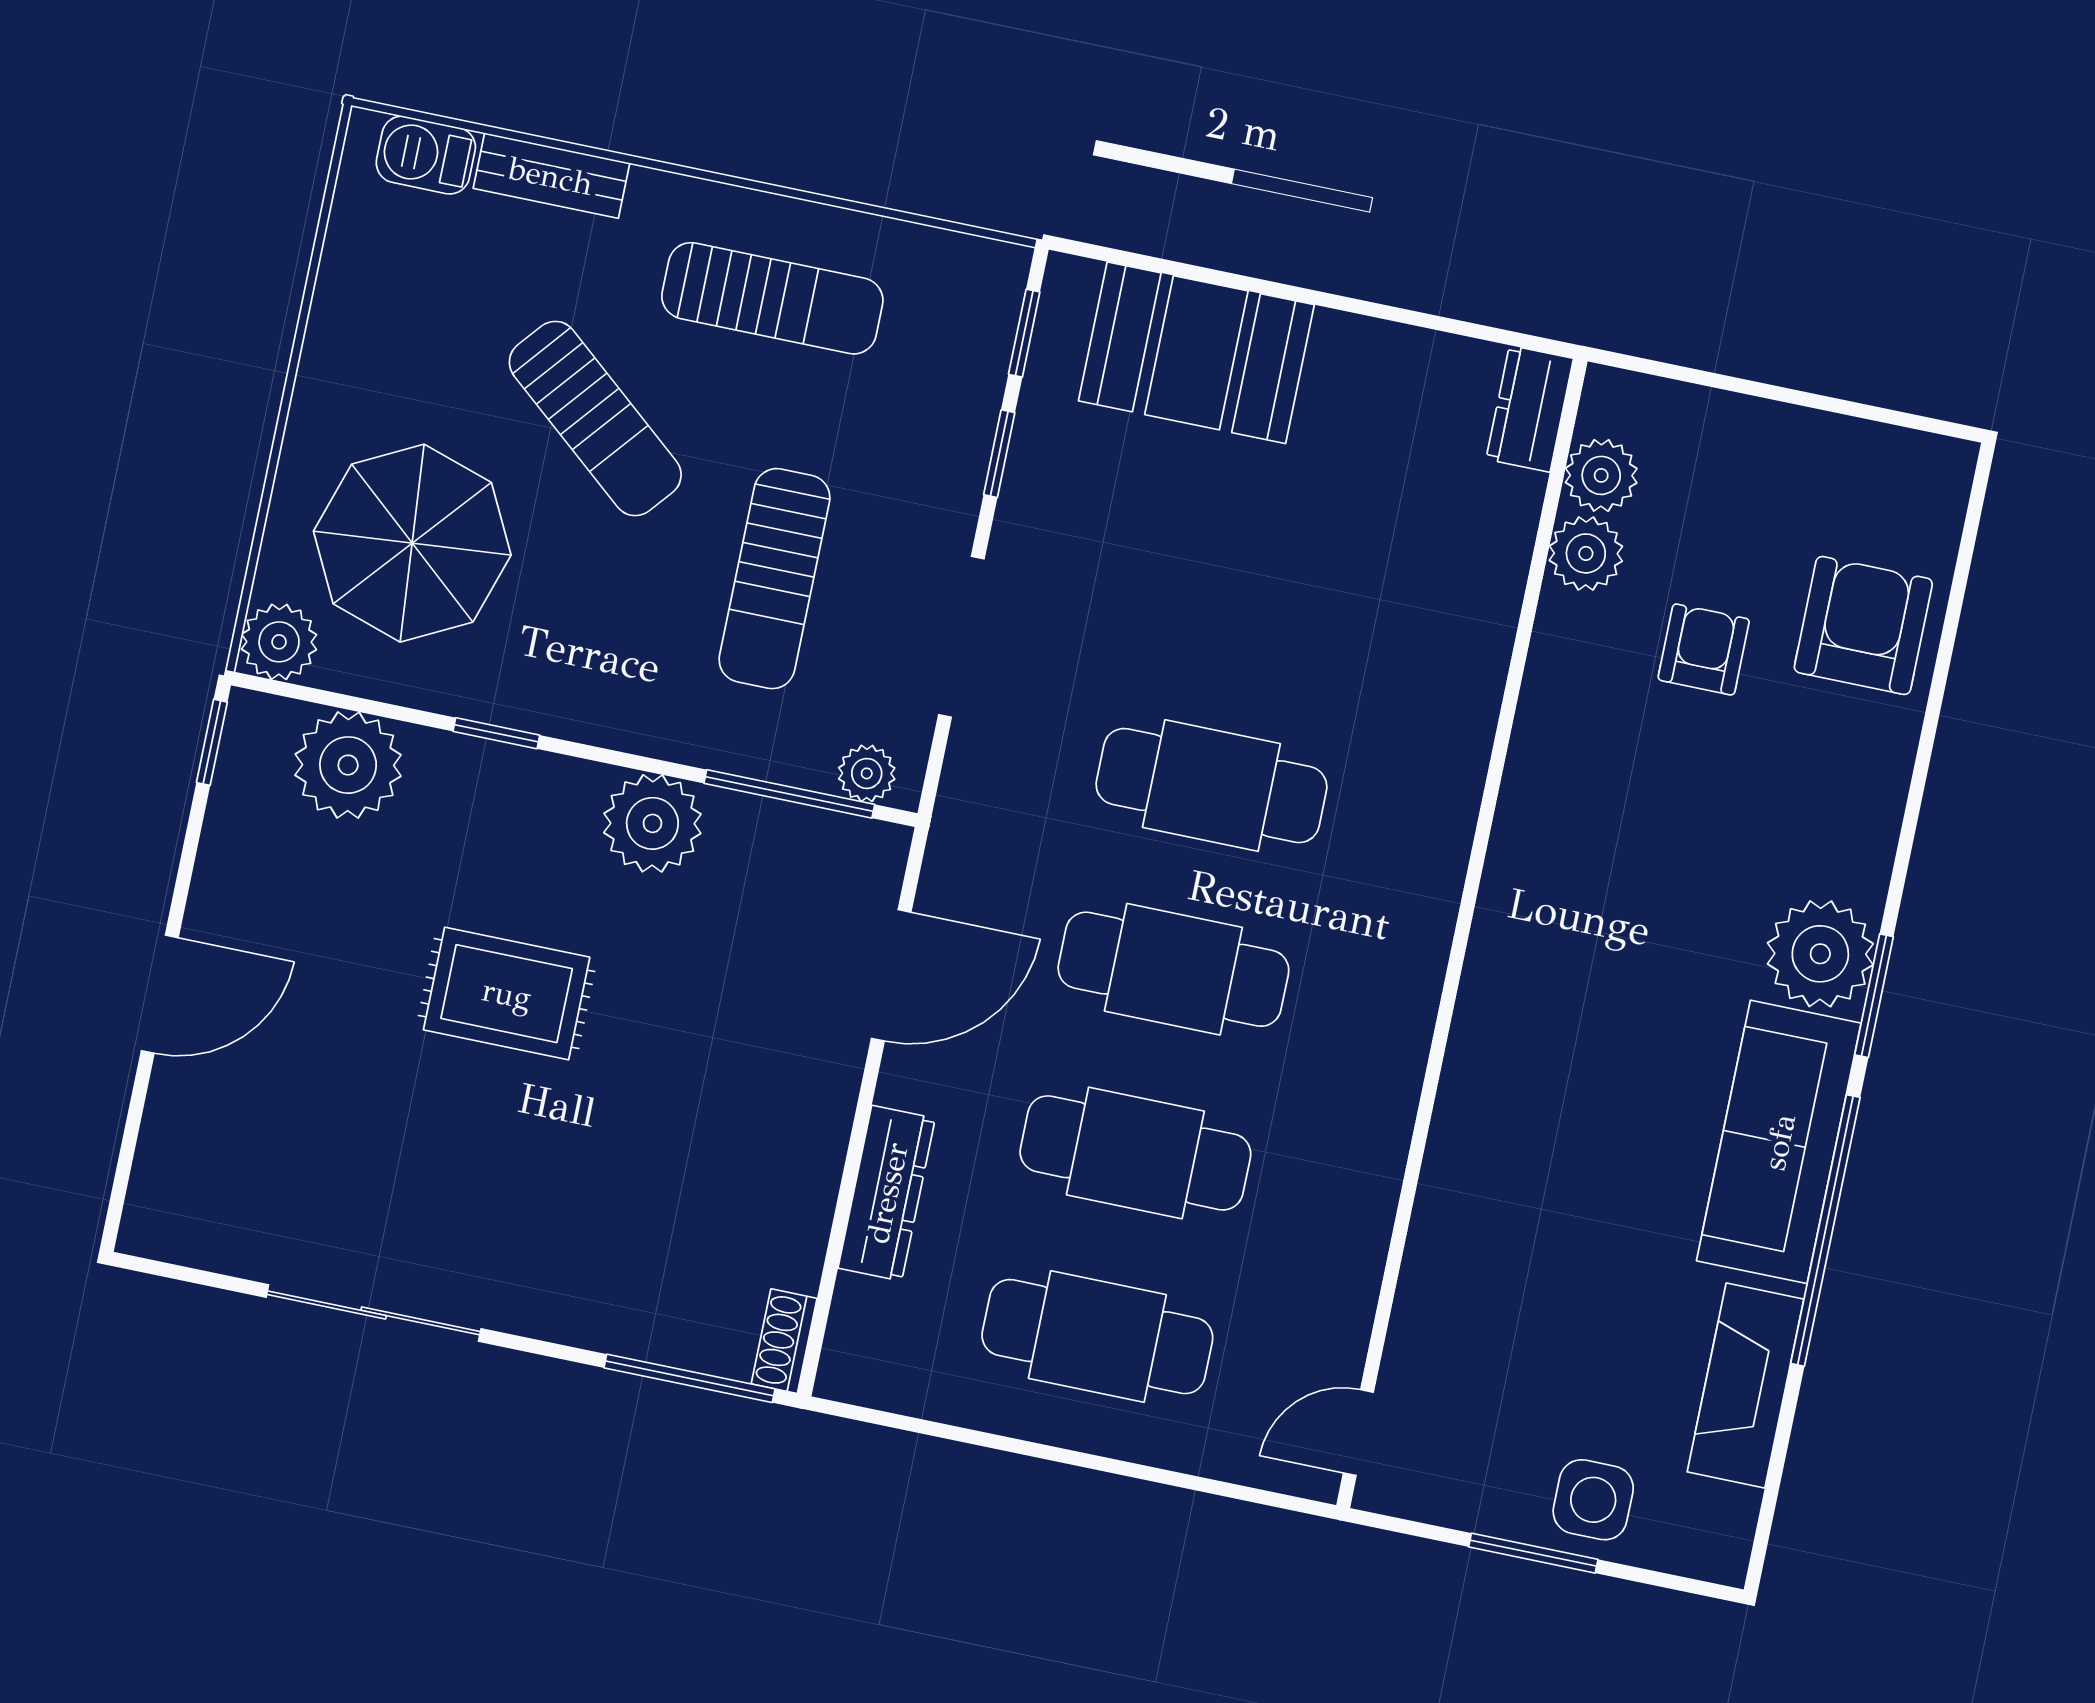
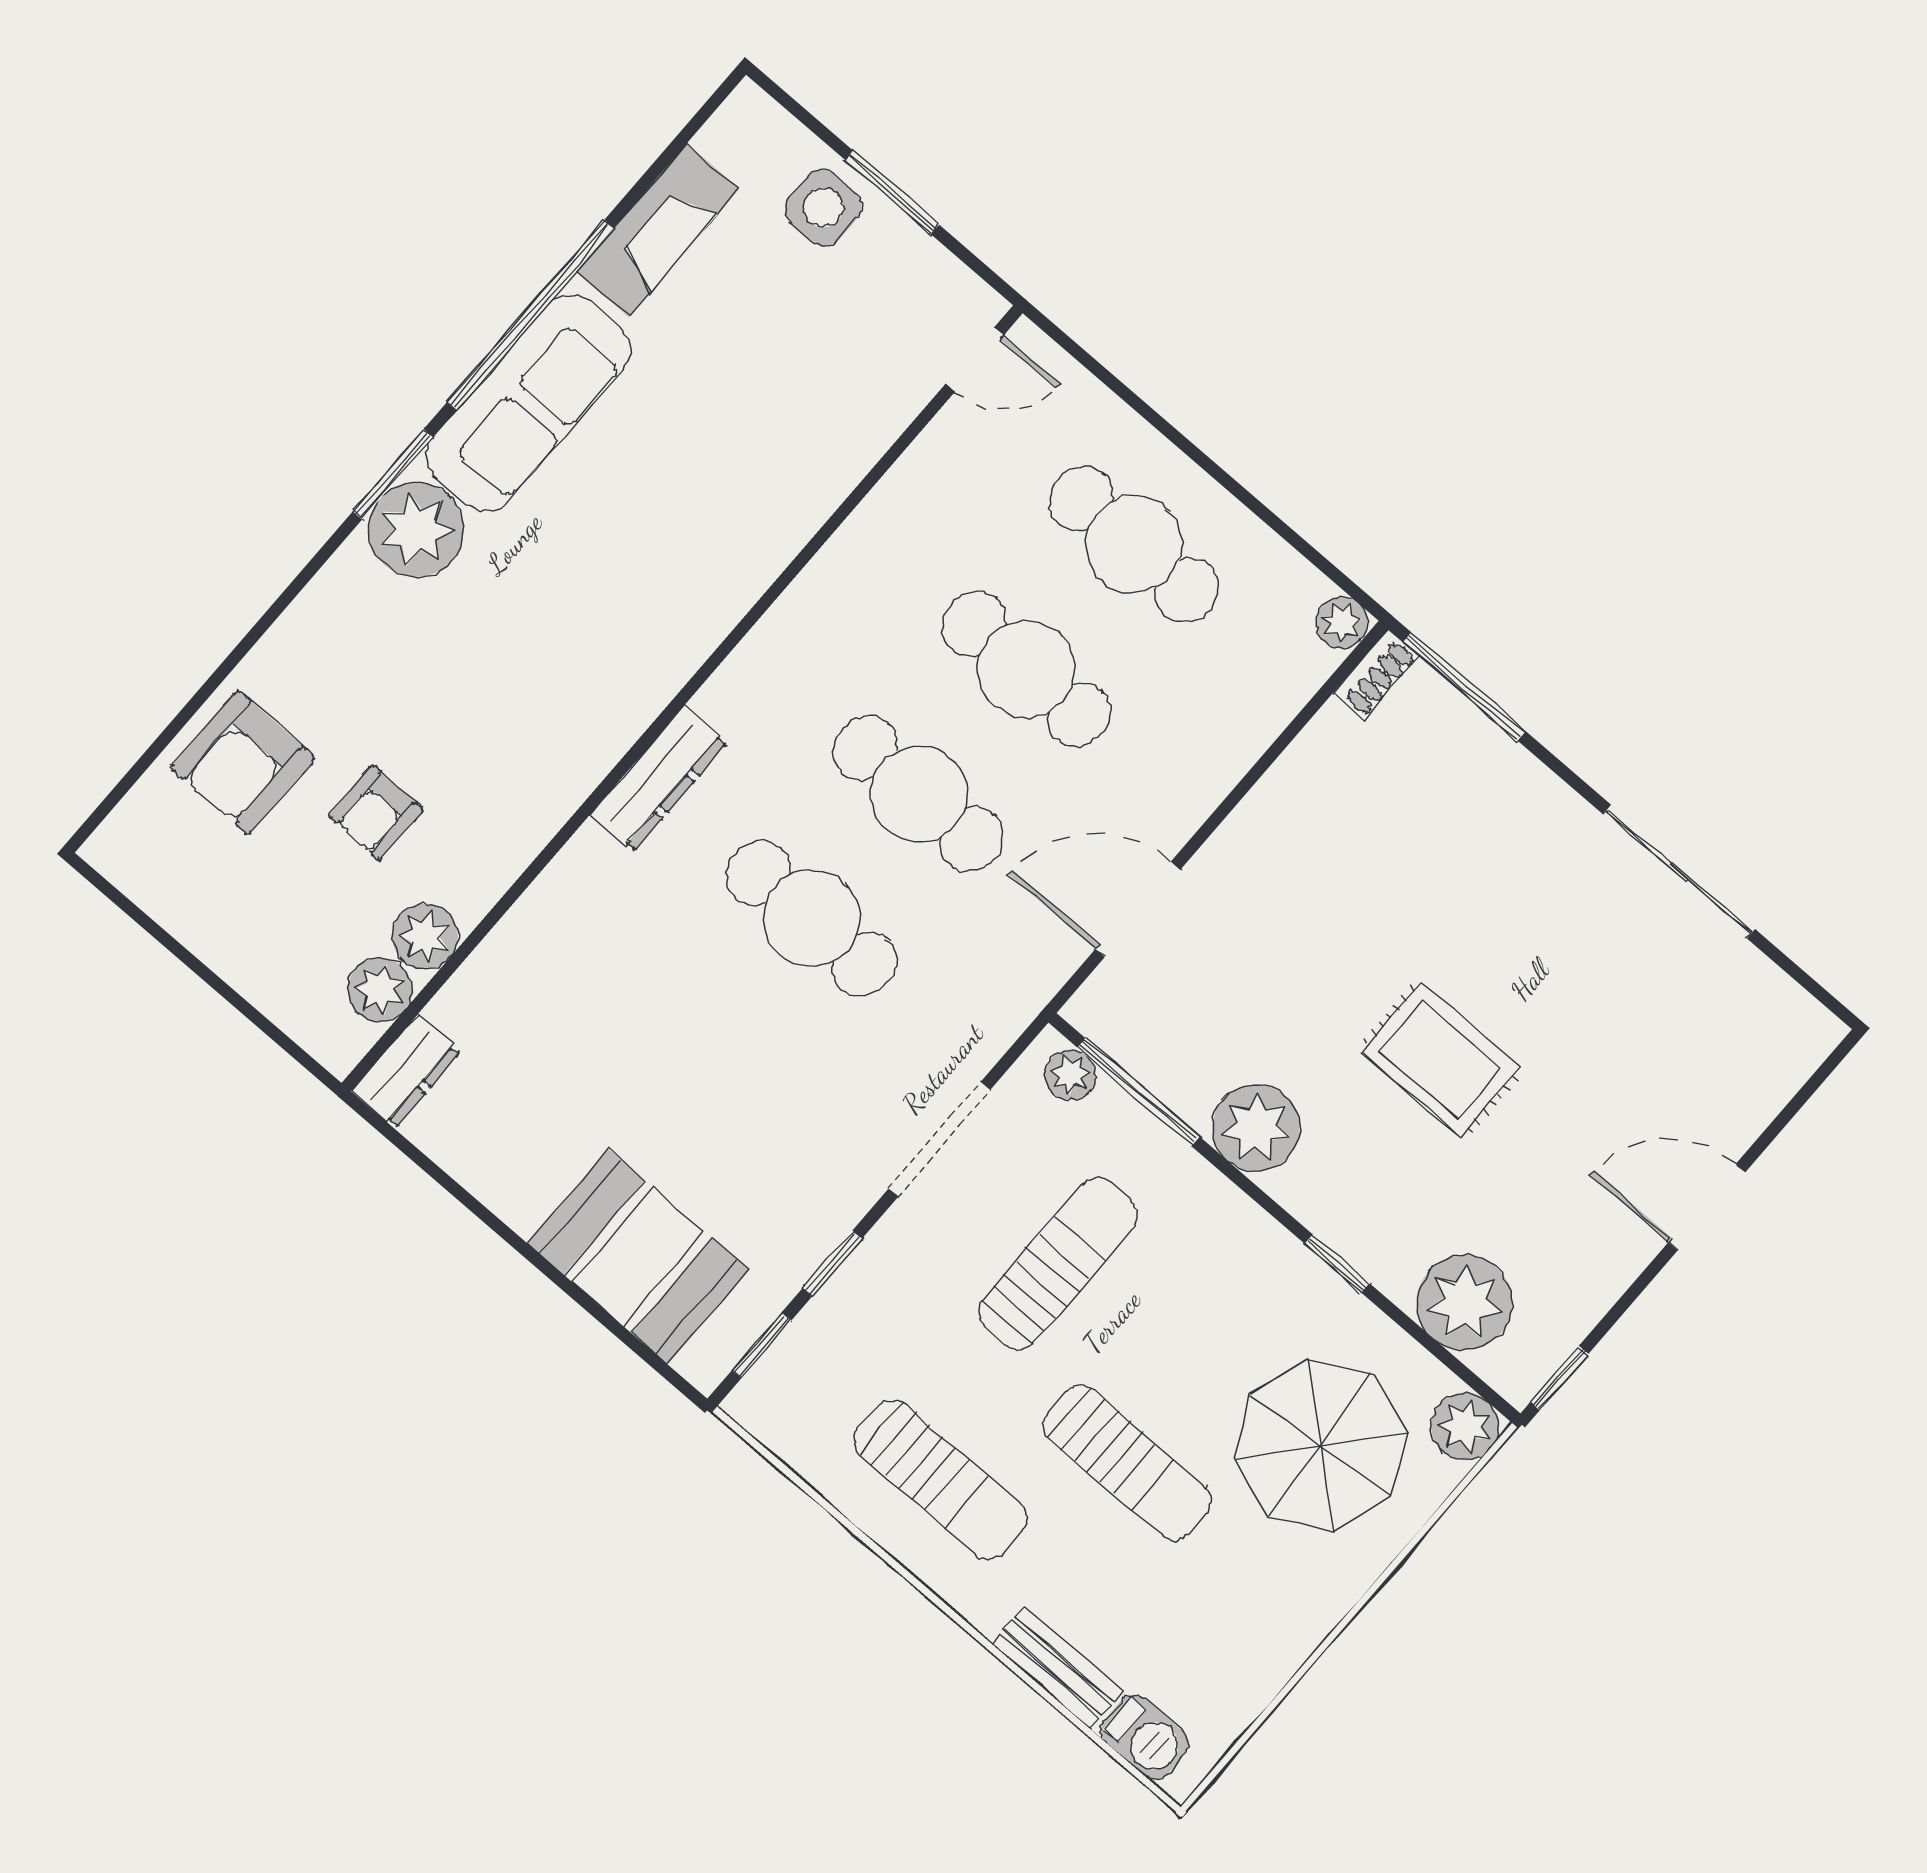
sun lounger: (772, 298) -> (940, 1479), turned 180
sun lounger: (595, 419) -> (1127, 1463), turned 140
dresser: (887, 1193) -> (659, 778), moved, turned 180
plant: (847, 1374) -> (1342, 623), added

